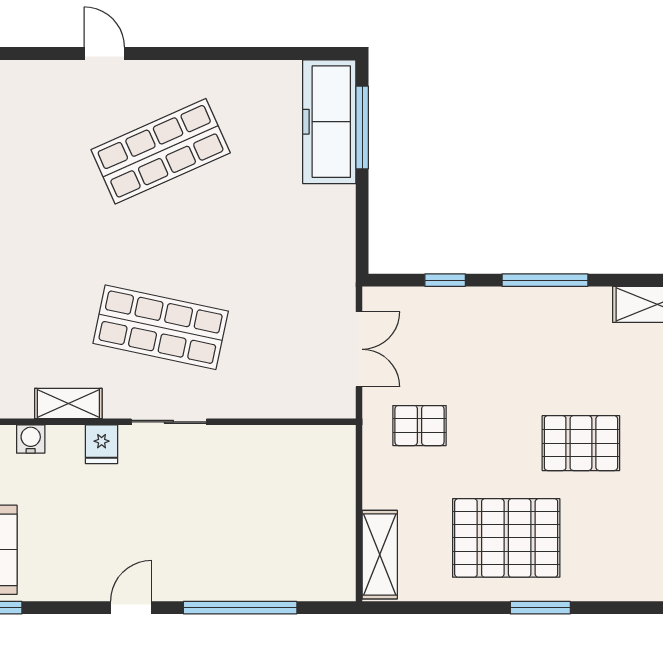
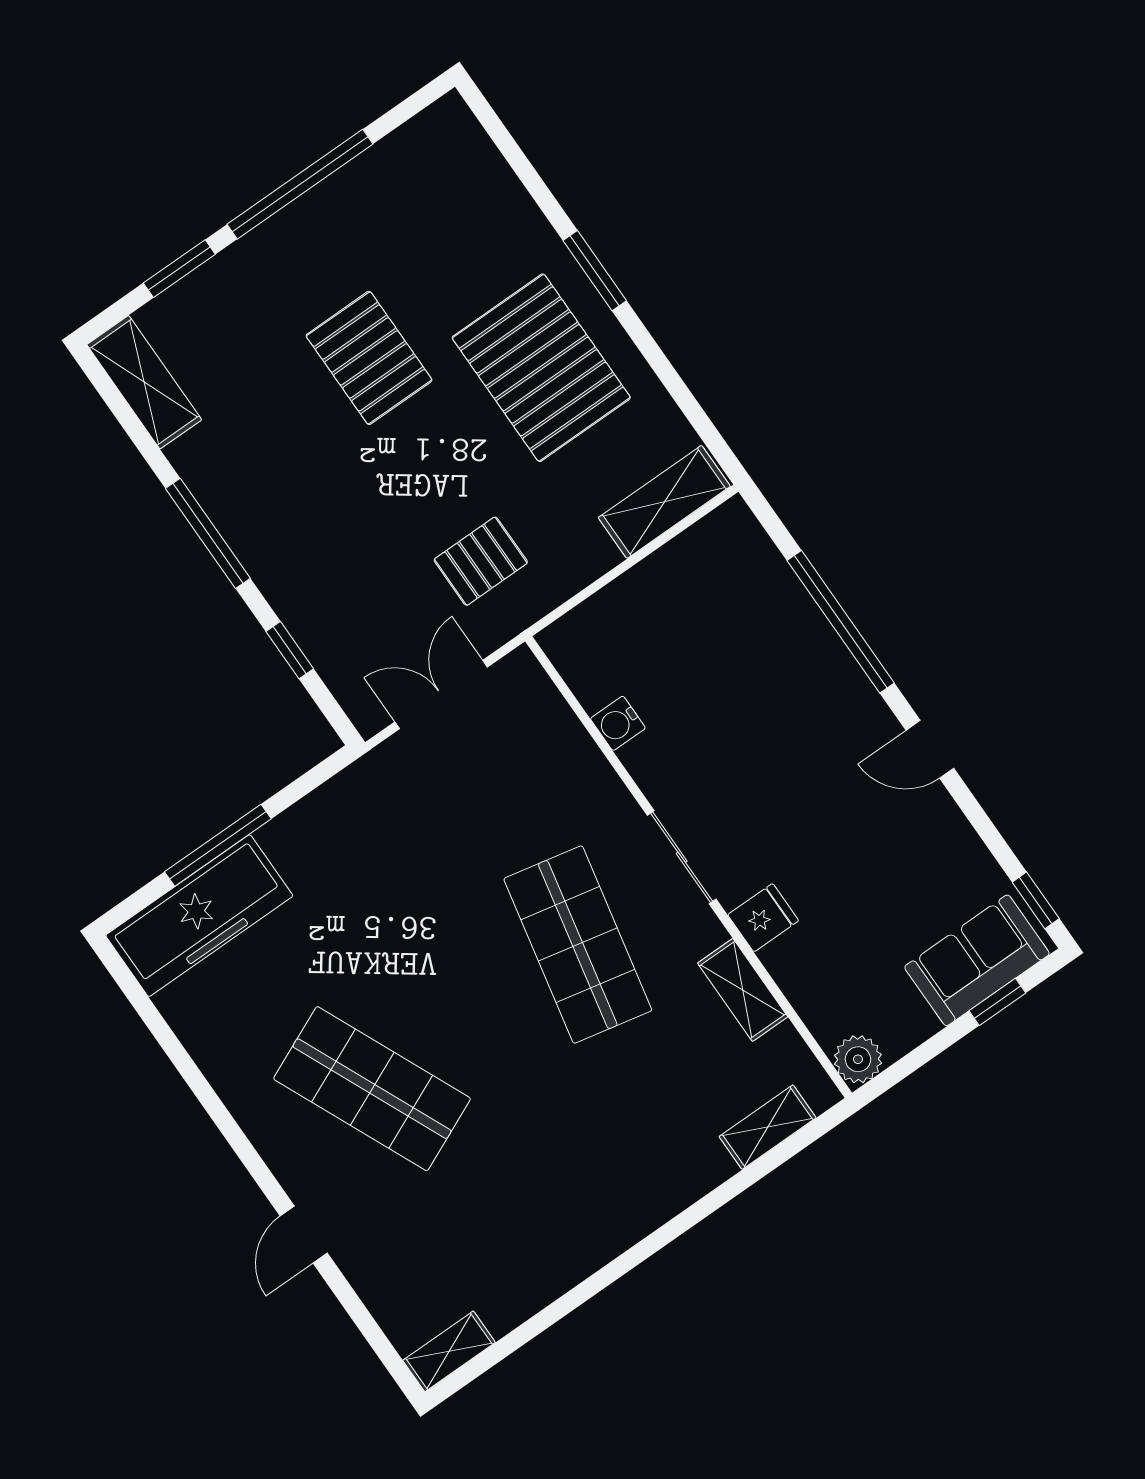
window: (362, 128) -> (218, 845), moved
pallet: (419, 426) -> (481, 561), turned 90
water cooler: (31, 439) -> (618, 723), moved

